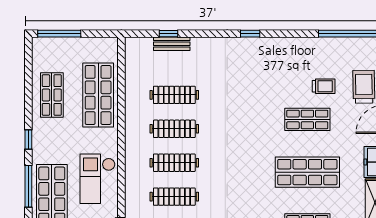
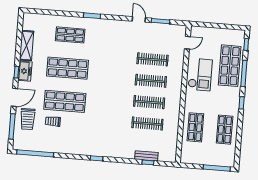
shop shelf: (98, 95) -> (195, 127), width x0.70, depth x0.74
shop shelf: (307, 119) -> (65, 101), width x1.43, depth x1.36

